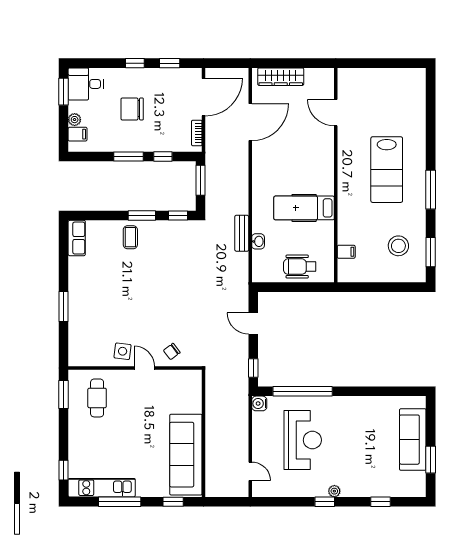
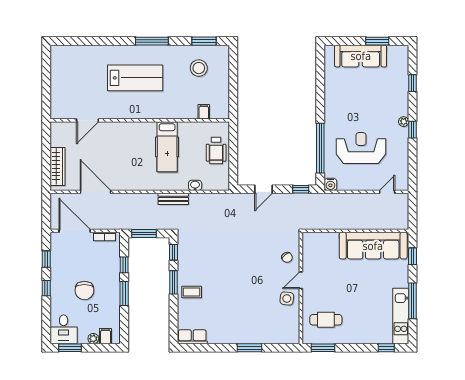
bench: (242, 233) -> (173, 199), moved

